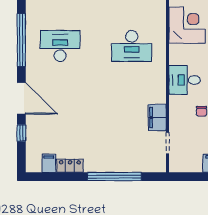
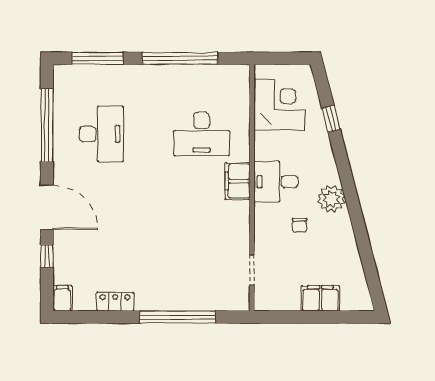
desk: (60, 46) -> (101, 134), turned 90
filing cabinet: (157, 118) -> (237, 181), moved
filing cabinet: (49, 163) -> (62, 298), moved

